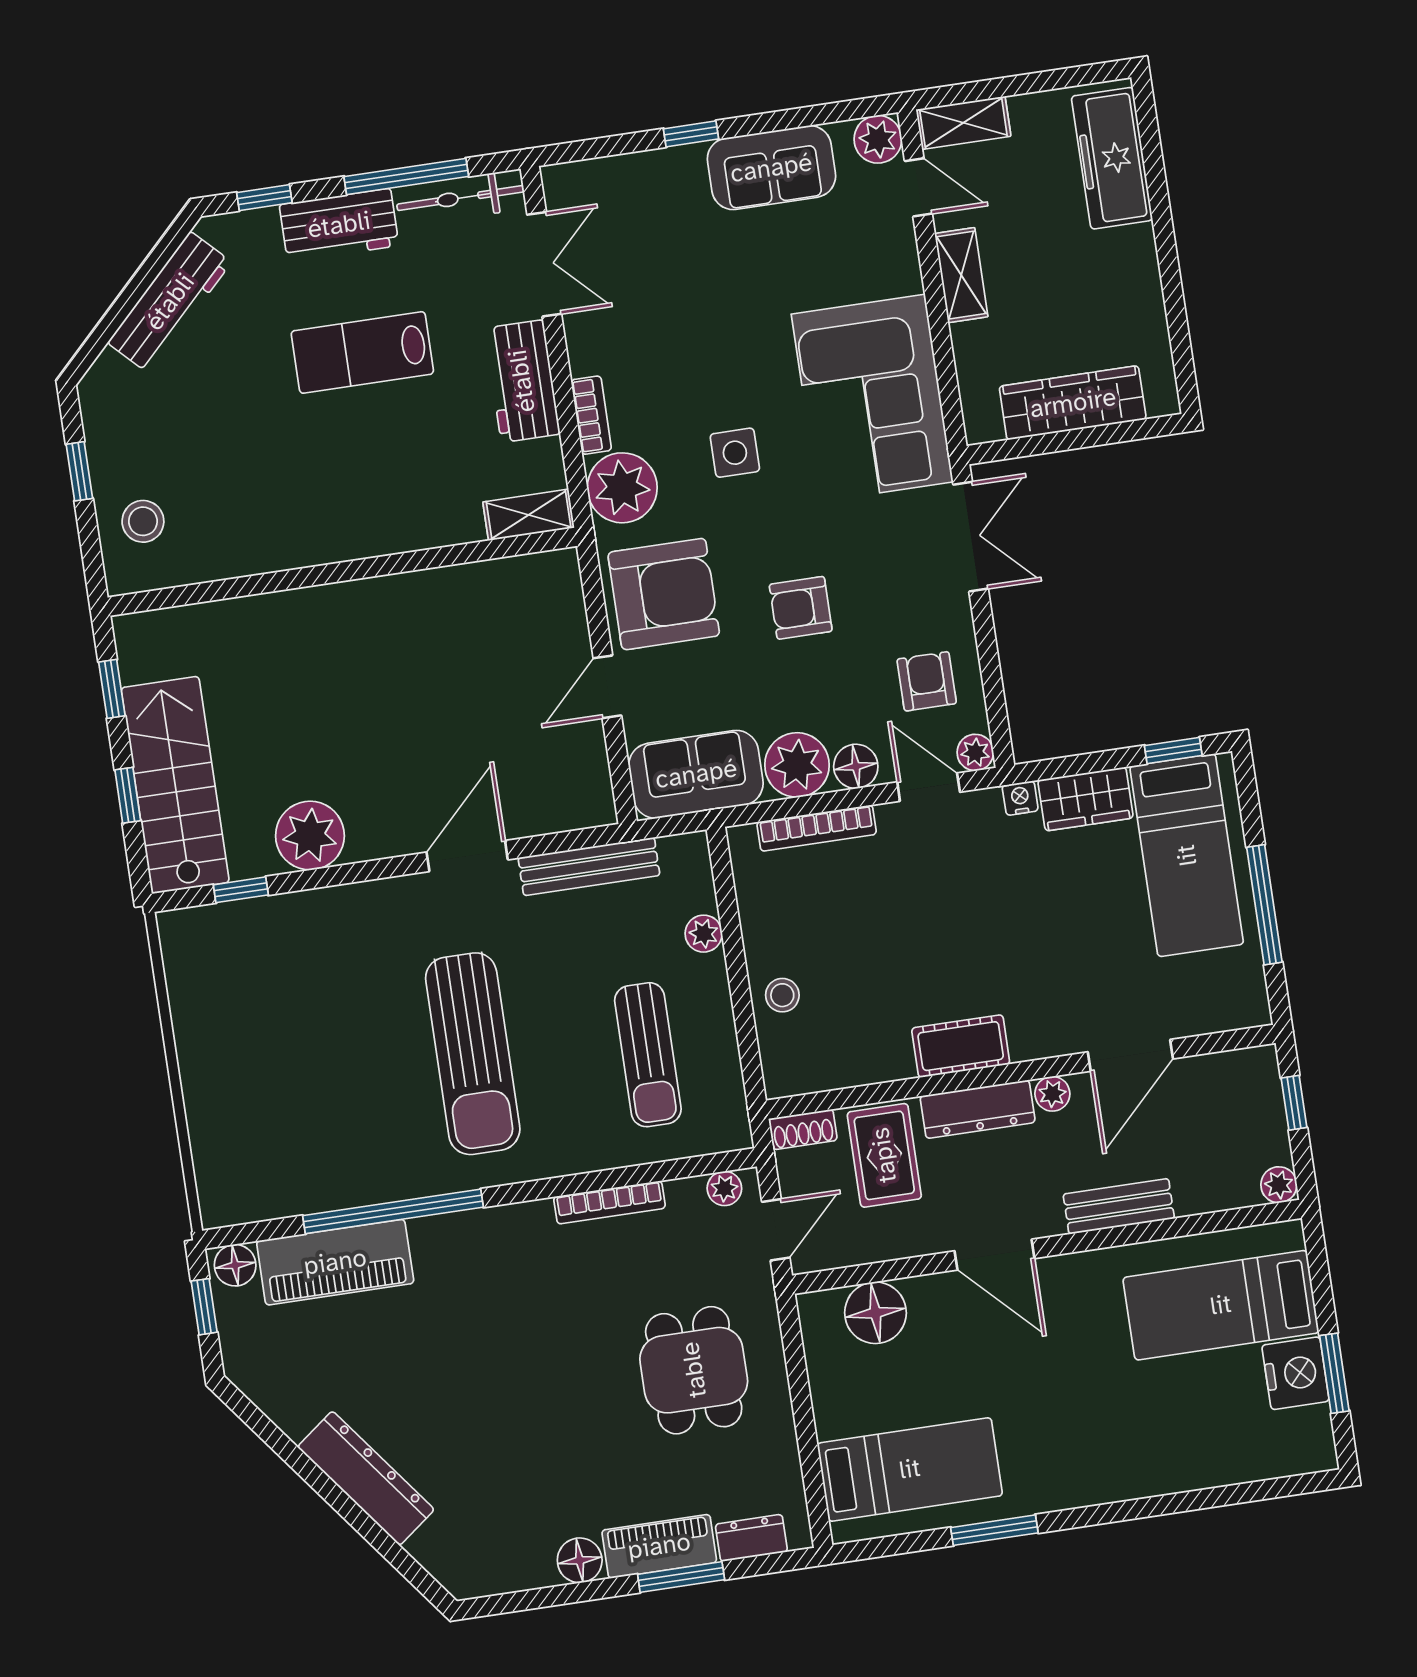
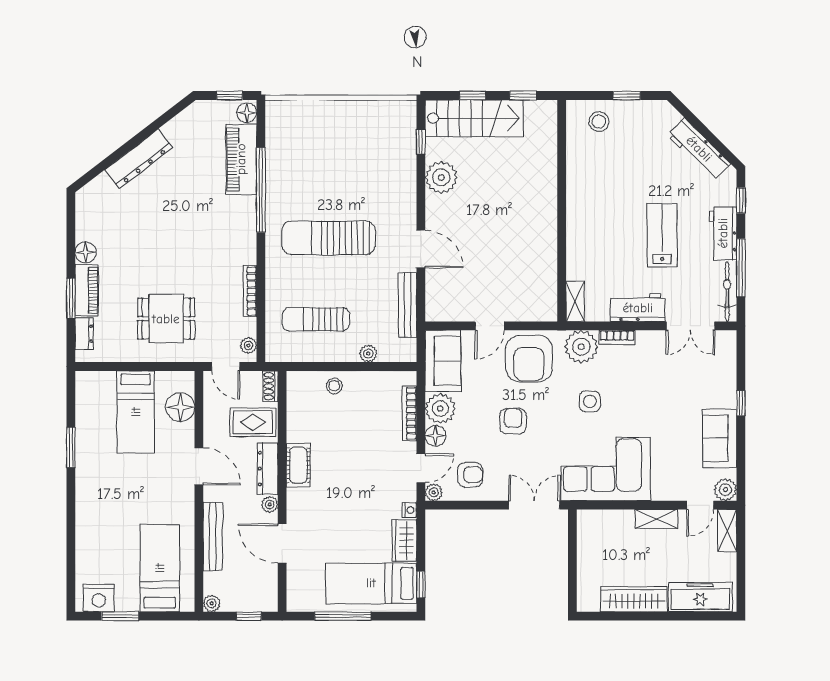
wardrobe: (1073, 403) -> (634, 599), moved, turned -90
double door: (971, 537) -> (534, 505), swing flipped
door: (607, 687) -> (490, 326), swing flipped
bench: (1119, 1206) -> (213, 537), width x1.36
door: (994, 1255) -> (199, 466), swing flipped
nightstand: (1295, 1373) -> (99, 598), moved
bed: (910, 1469) -> (136, 412), moved

